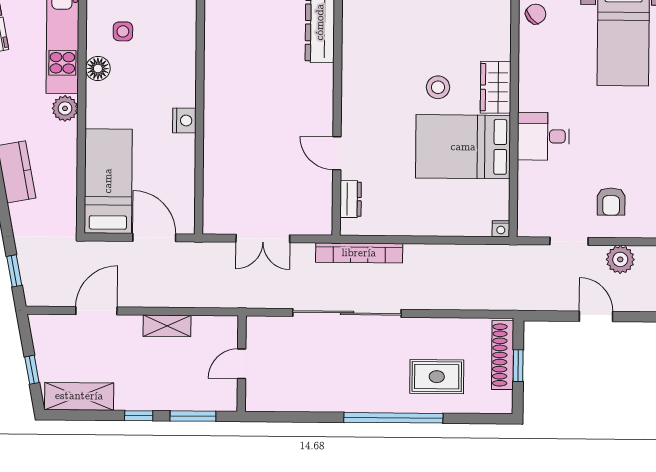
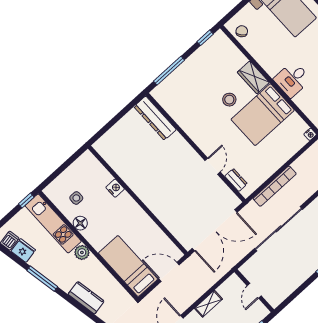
nightstand: (184, 120) -> (115, 188), moved
door: (337, 153) -> (213, 166), swing flipped
double door: (263, 238) -> (215, 230), width x1.87
bookcase: (359, 253) -> (275, 186), moved

